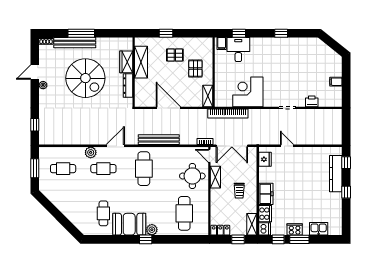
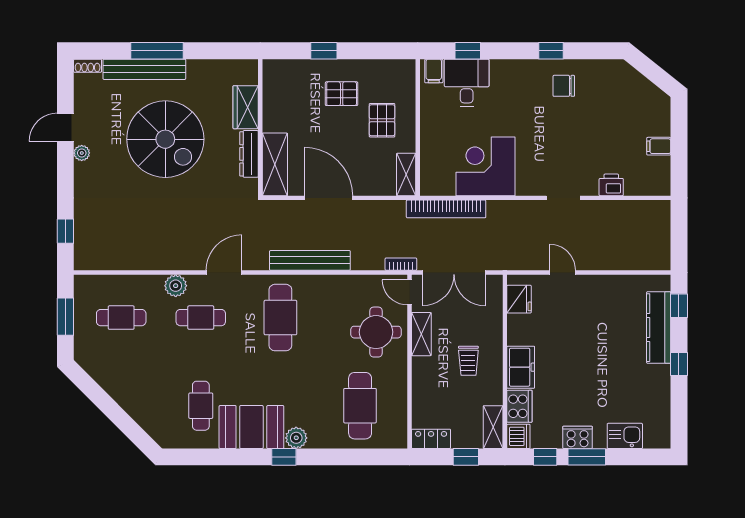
chair: (288, 51) -> (564, 86), added
shelving: (141, 62) -> (275, 164), moved

